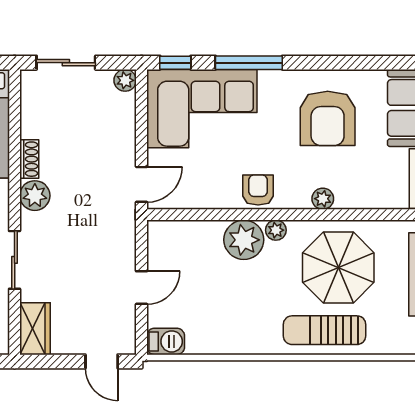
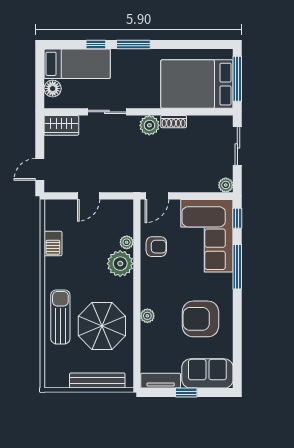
door: (141, 184) -> (157, 196), hinge flipped
armchair: (258, 190) -> (156, 247), moved
plant: (276, 230) -> (127, 242), moved
door: (141, 288) -> (89, 196), hinge flipped
barbecue: (166, 341) -> (53, 244), moved

